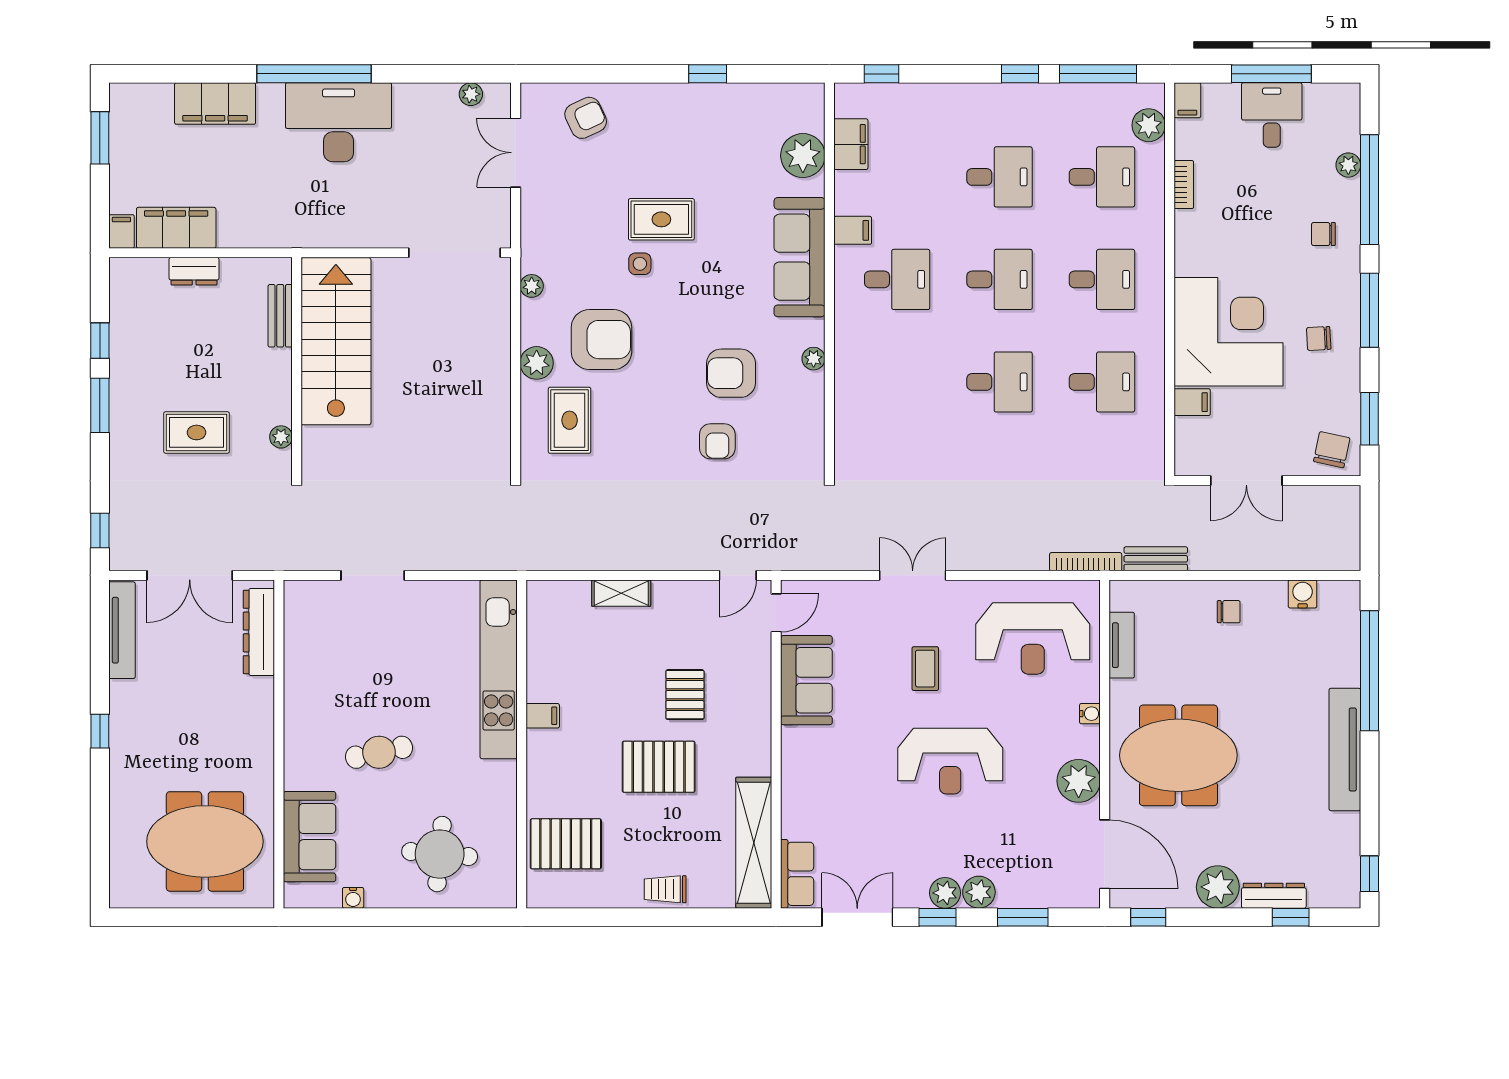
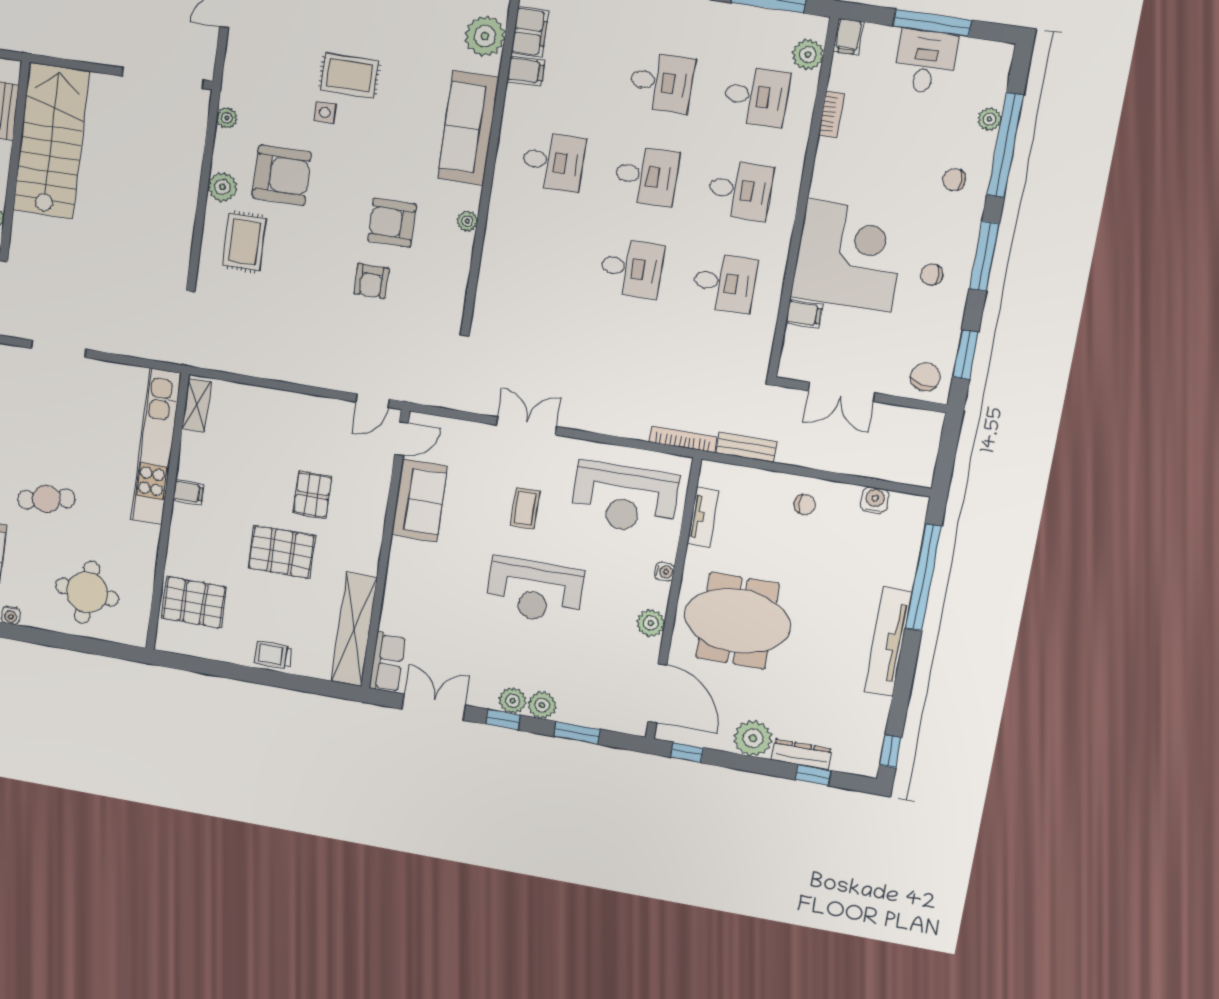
filing cabinet: (853, 230) -> (526, 71), moved
shelving: (621, 593) -> (197, 405), moved, turned 90
plant: (1079, 781) -> (651, 623), width x0.73, depth x0.73

